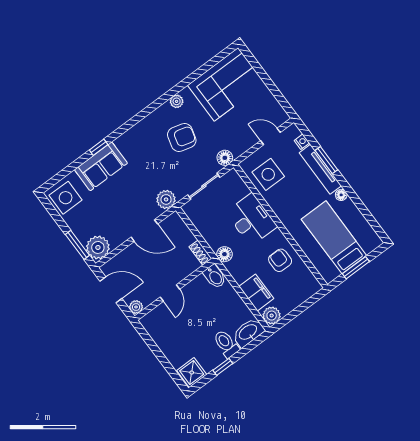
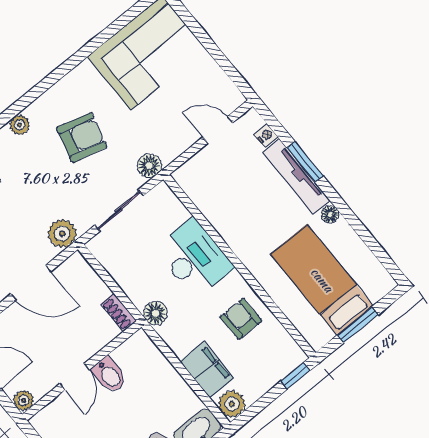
plant: (177, 101) -> (20, 125), moved
side table: (268, 174) -> (217, 188), removed
bidet: (215, 277) -> (109, 375), moved
window: (314, 299) -> (296, 376), added

